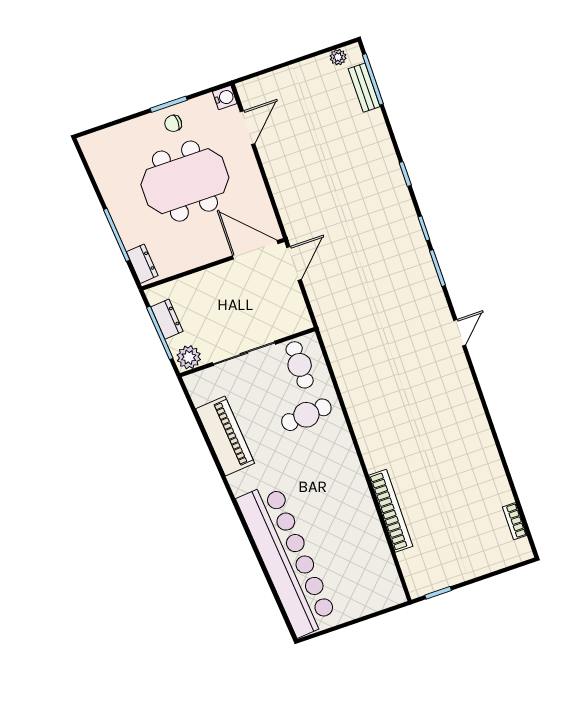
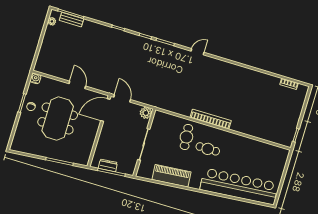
door: (248, 128) -> (77, 85), moved
dresser: (142, 264) -> (78, 159), removed
door: (460, 333) -> (198, 52), hinge flipped
plant: (189, 357) -> (146, 113), moved
cafe table: (300, 365) -> (208, 149), moved
bookcase: (391, 511) -> (211, 119), moved

